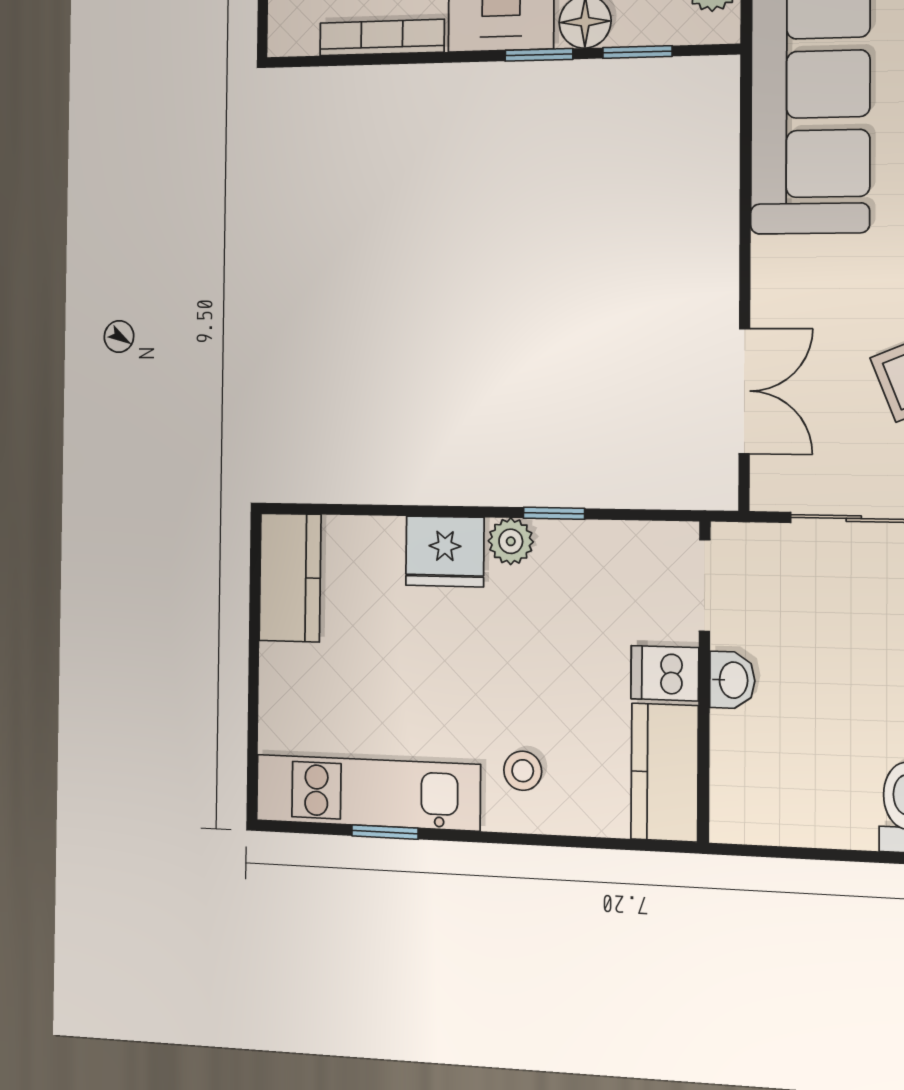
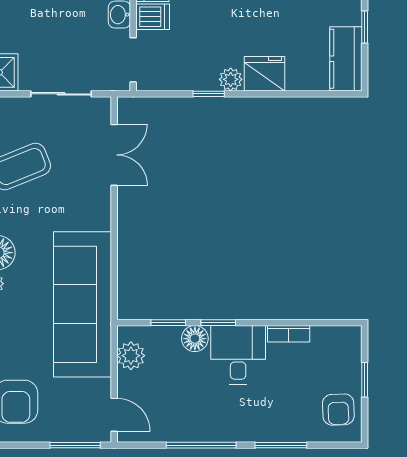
bookcase: (382, 37) -> (289, 334), width x0.64
double door: (744, 391) -> (114, 155), swing flipped
window: (254, 639) -> (365, 27), added

